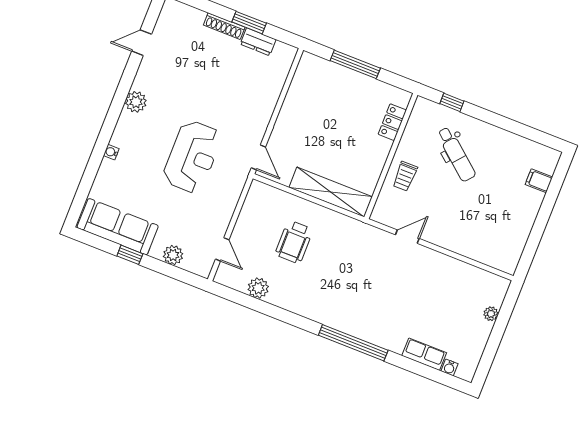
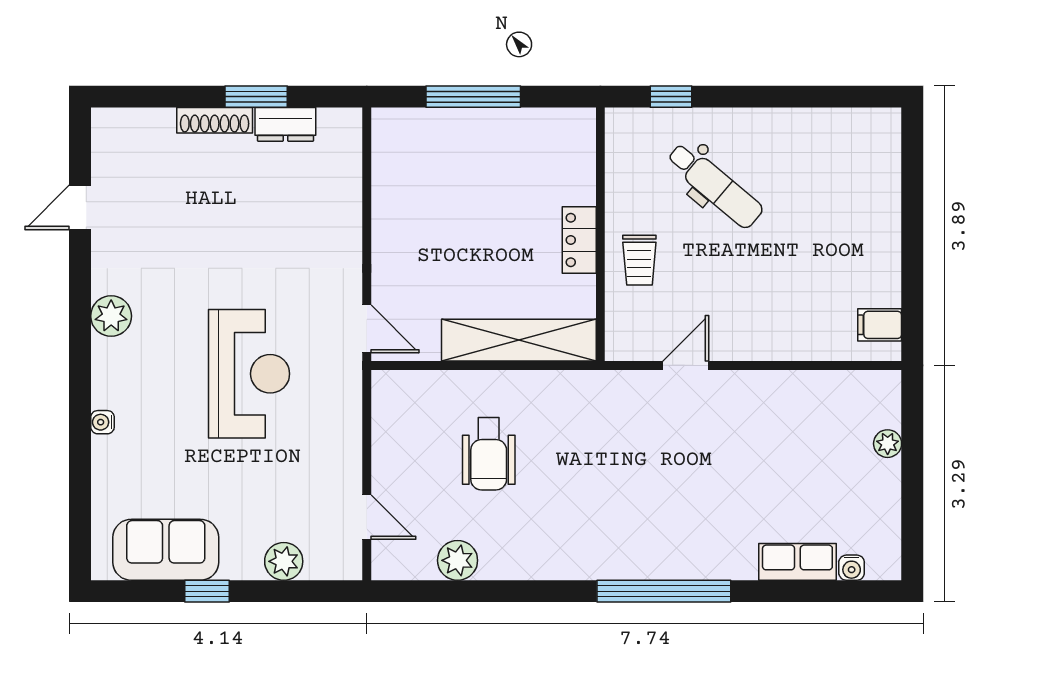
locker: (392, 122) -> (579, 240), moved
filing cabinet: (539, 181) -> (880, 325), moved
sofa: (118, 227) -> (166, 550), width x0.73

